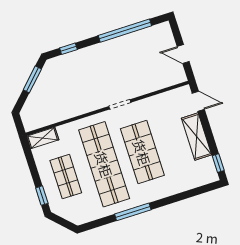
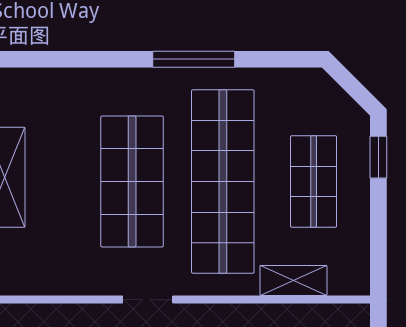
shelving: (43, 138) -> (293, 281), moved

